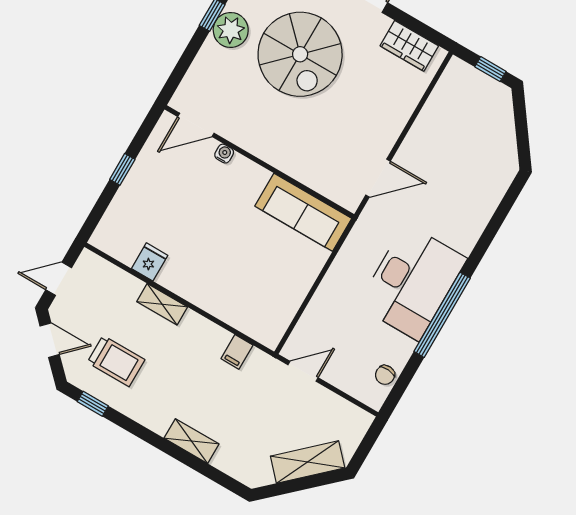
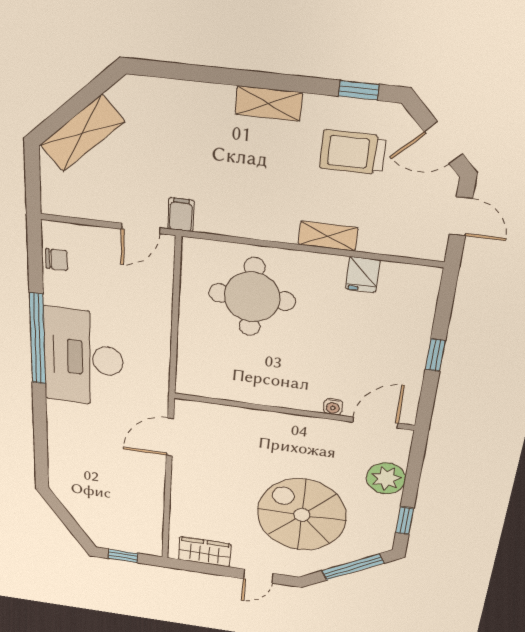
plant: (231, 30) -> (386, 478), moved
sofa: (303, 212) -> (225, 382), removed
door: (59, 279) -> (461, 216), hinge flipped
round table: (244, 279) -> (252, 297), added
filing cabinet: (237, 352) -> (181, 215), moved
chair: (385, 375) -> (57, 260), turned 85
shelving: (192, 441) -> (269, 103), moved

